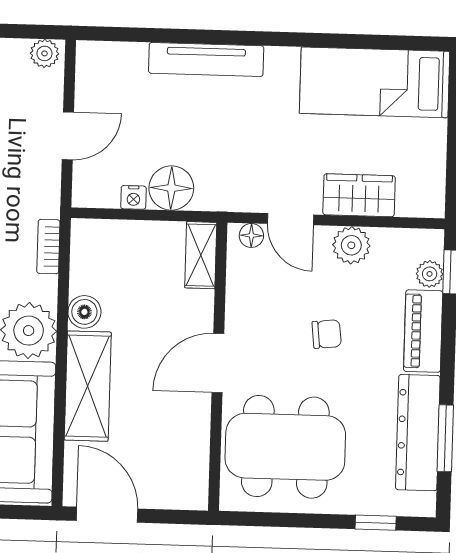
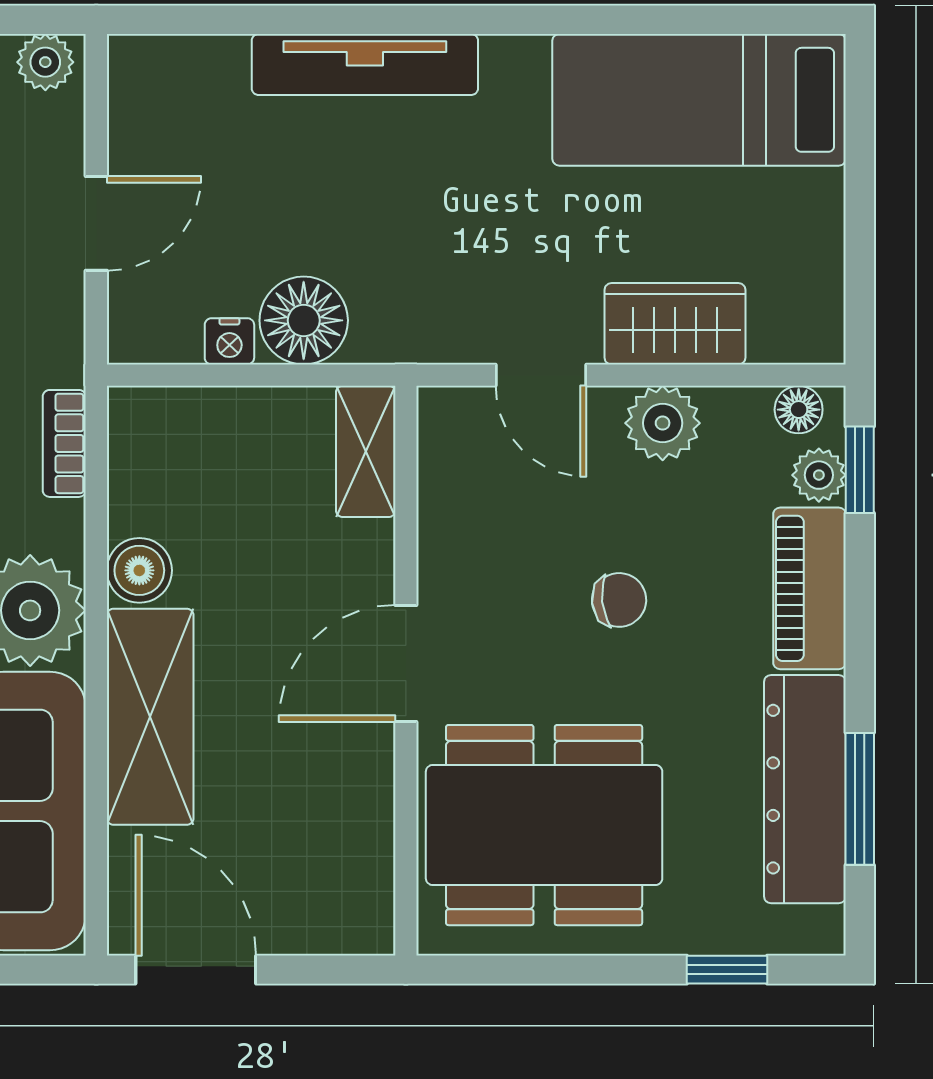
floor lamp: (251, 235) -> (799, 410), moved

